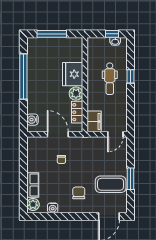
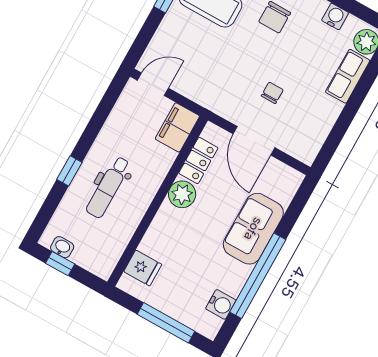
fridge: (73, 74) -> (143, 268), moved, width x0.53, depth x0.75
dental chair: (110, 79) -> (108, 187), turned 180
sofa: (37, 96) -> (253, 229), added
water cooler: (32, 120) -> (221, 304), moved

